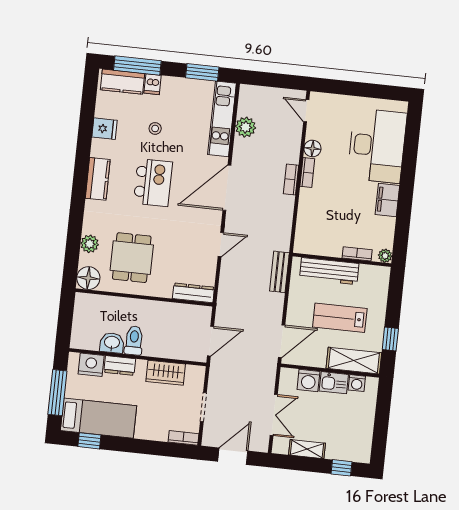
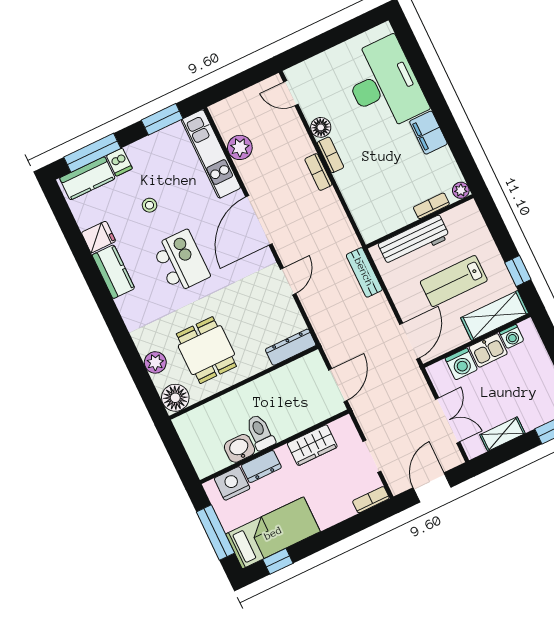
kitchen counter: (98, 179) -> (113, 272), moved

